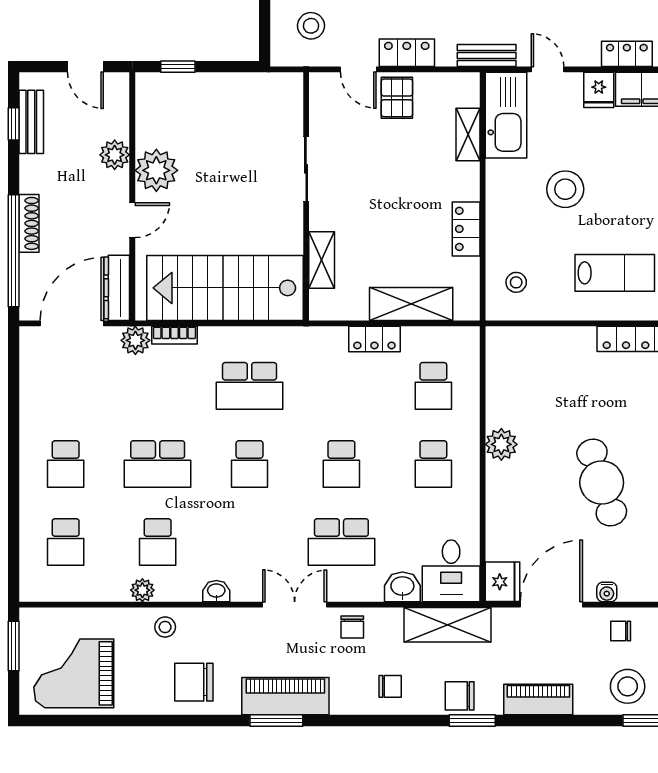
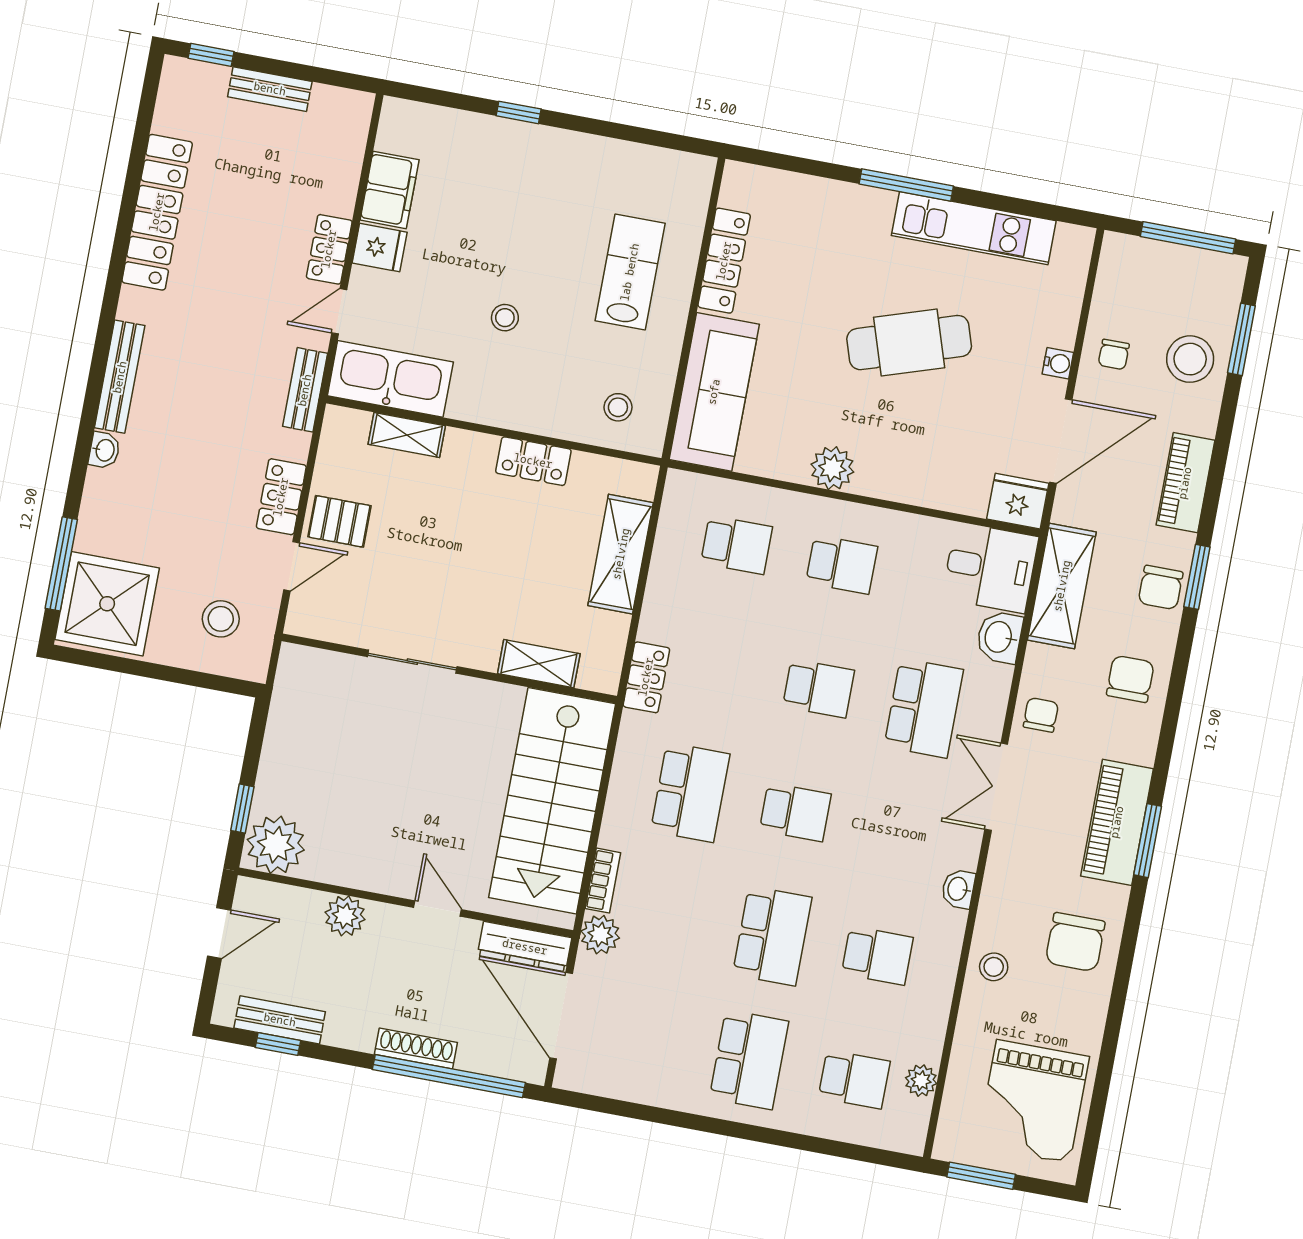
locker: (627, 54) -> (329, 249), moved
plant: (156, 170) -> (276, 845), moved
stool: (565, 189) -> (505, 318), width x0.53, depth x0.53
locker: (374, 339) -> (646, 677), moved
sofa: (540, 349) -> (714, 392), added
school desk: (66, 464) -> (749, 1060), width x1.85
plant: (142, 590) -> (921, 1081), moved
door: (551, 605) -> (1061, 441), swing flipped
chair: (352, 627) -> (1041, 715), turned -90
chair: (390, 686) -> (1130, 679), width x1.37, depth x1.37

